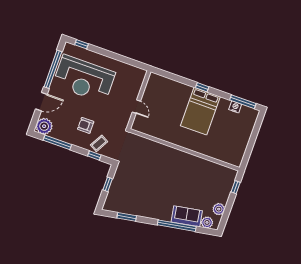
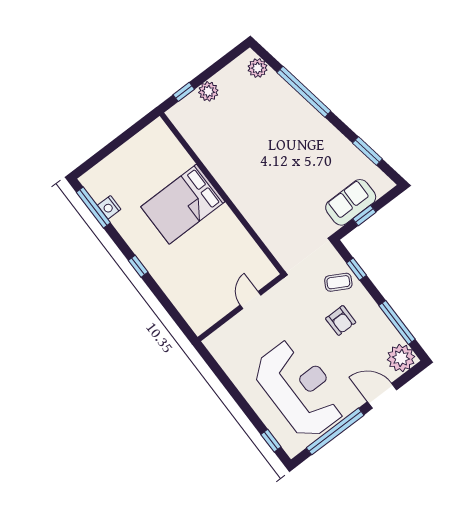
bed: (200, 111) -> (183, 204), moved, turned 180
plant: (219, 209) -> (208, 91), moved
sofa: (187, 216) -> (351, 202), moved, turned 100

